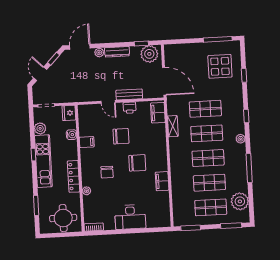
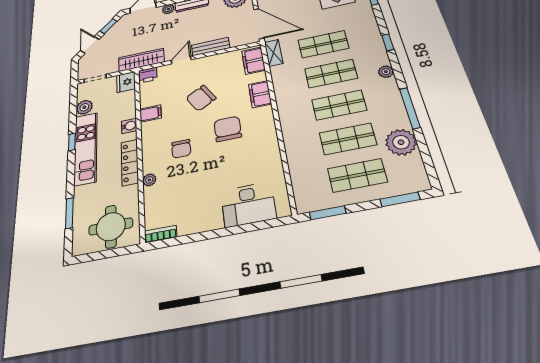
wardrobe: (79, 96) -> (141, 60), added
door: (108, 102) -> (181, 60), swing flipped
printer: (130, 108) -> (148, 75), moved
shelving: (173, 126) -> (274, 53), moved
water cooler: (72, 135) -> (129, 126), moved
chair: (121, 136) -> (201, 98), turned 150
chair: (137, 163) -> (228, 129), turned -90
filing cabinet: (162, 181) -> (260, 94), moved
plant: (240, 201) -> (401, 142), moved
desk: (130, 217) -> (248, 204), moved

